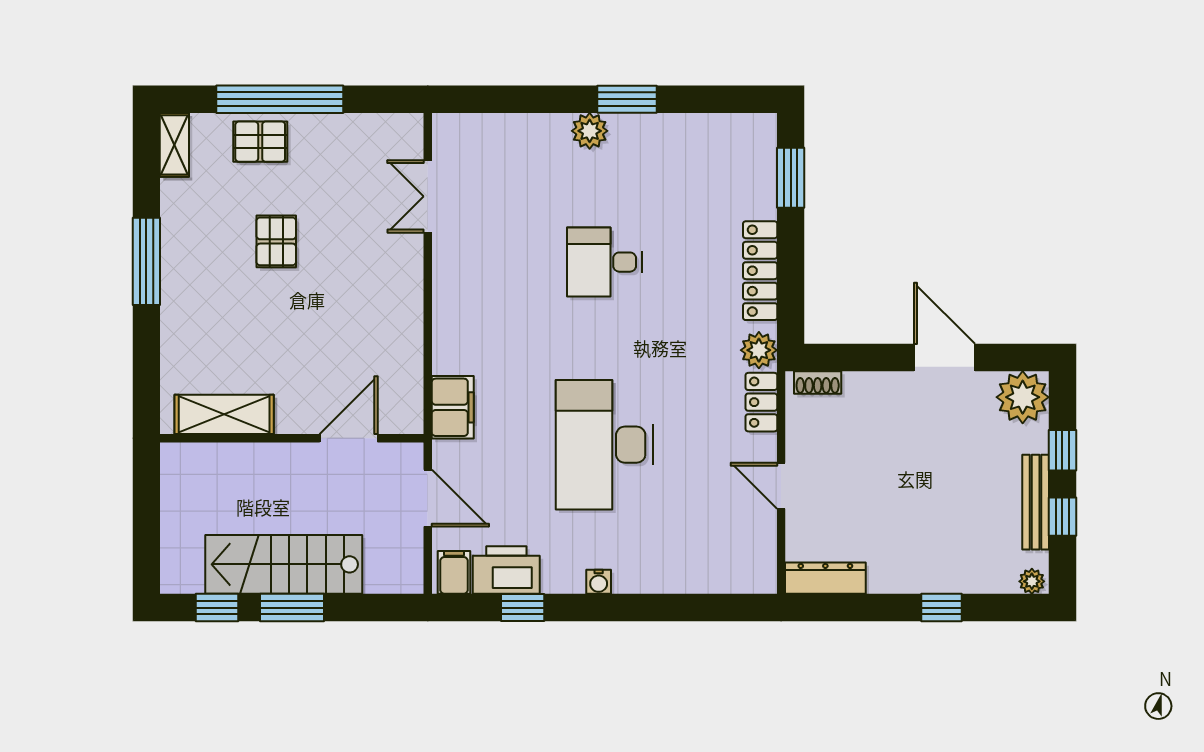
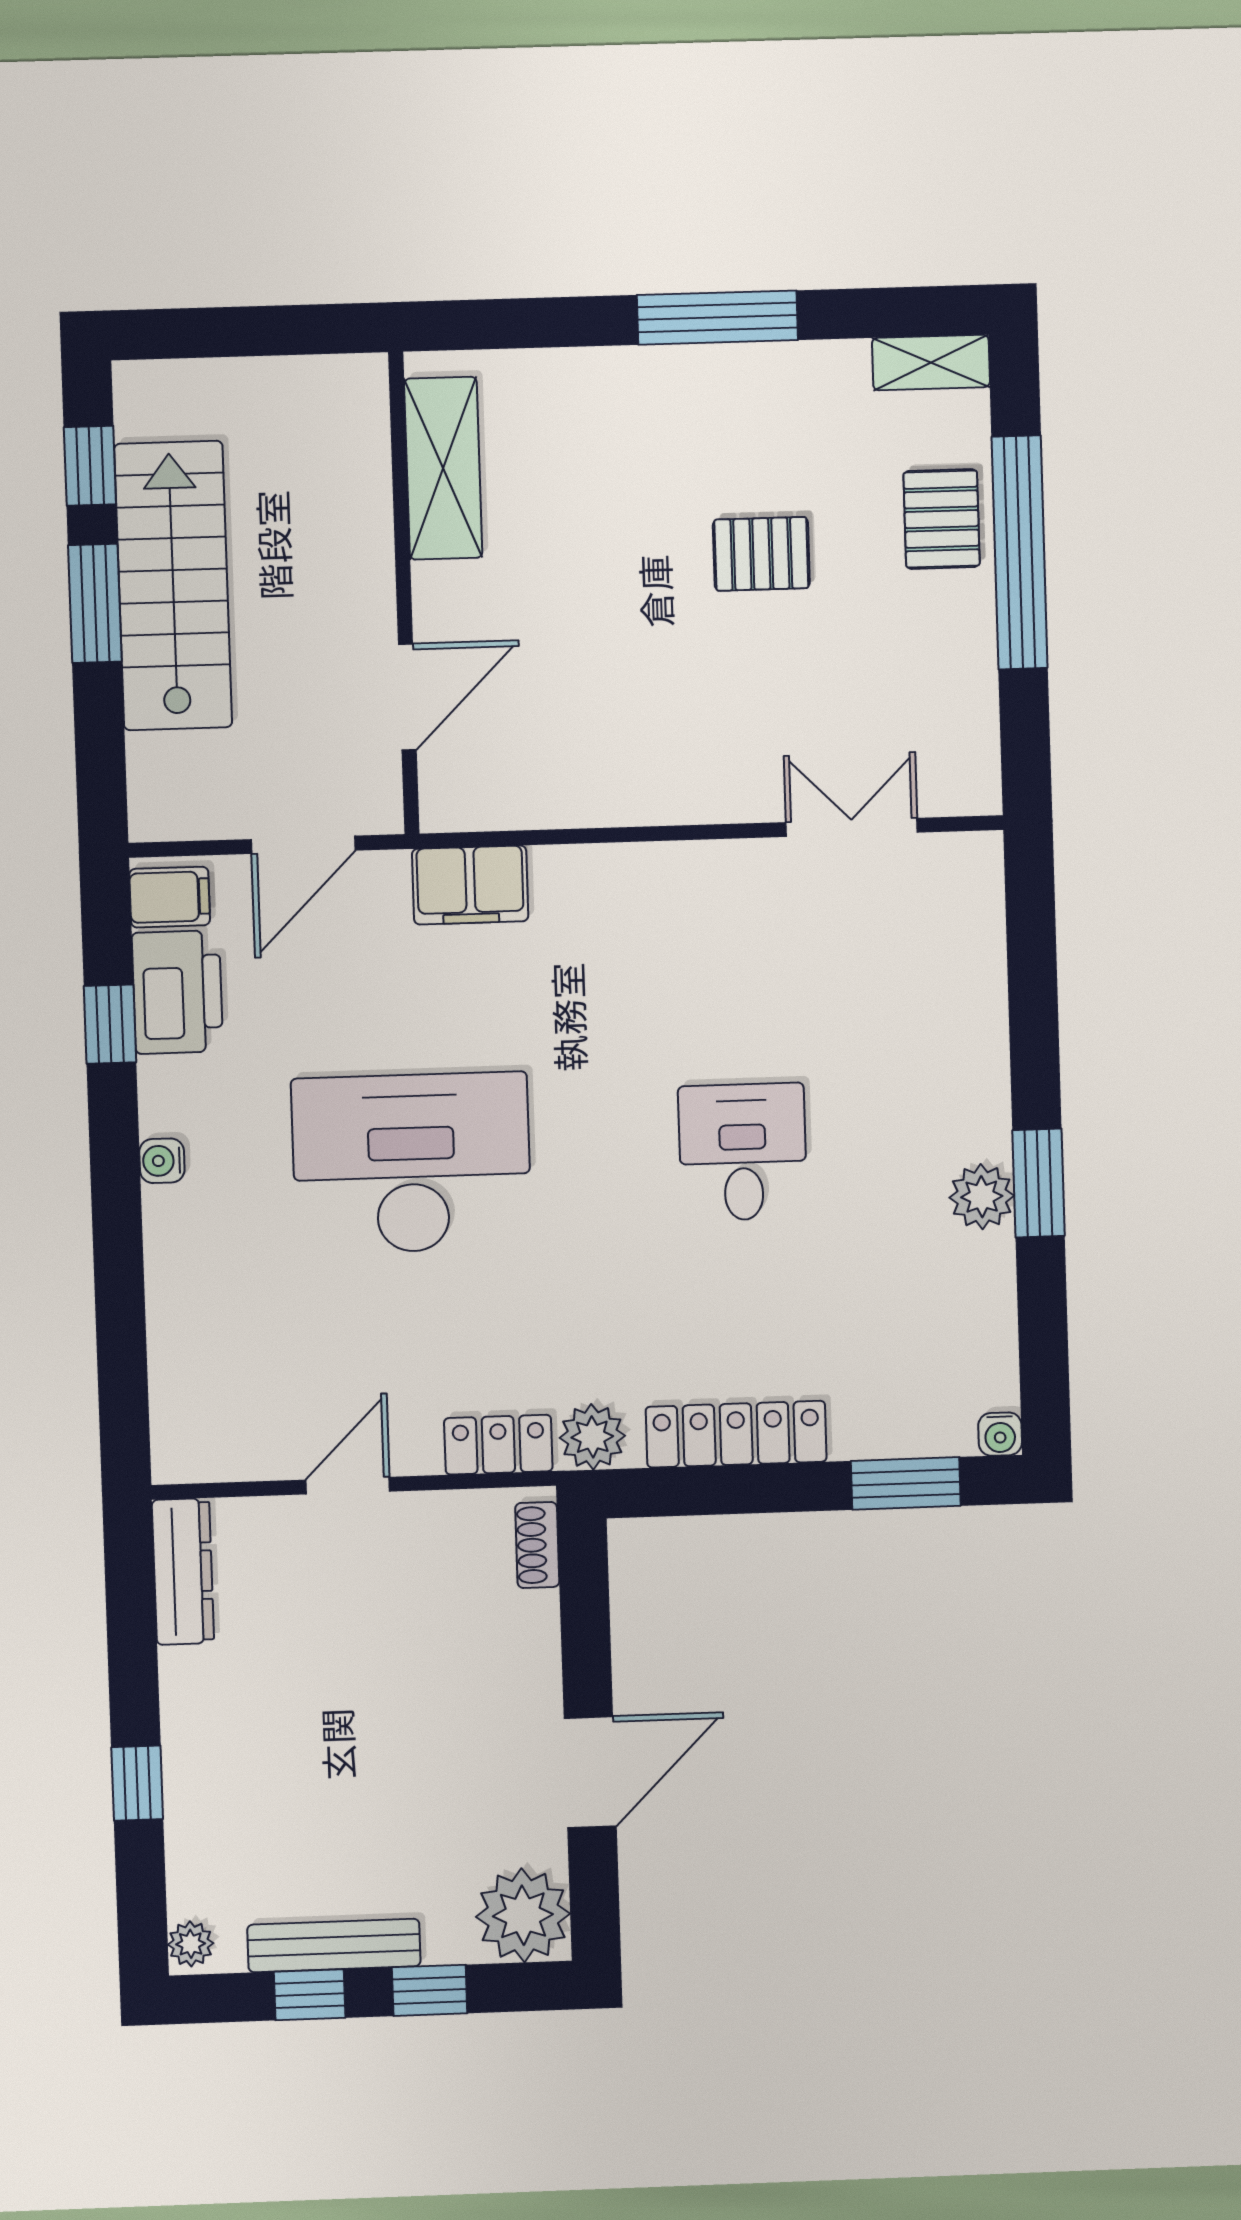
water cooler: (765, 125) -> (1000, 1434), added
plant: (590, 131) -> (982, 1197), moved
door: (349, 438) -> (407, 697), hinge flipped

